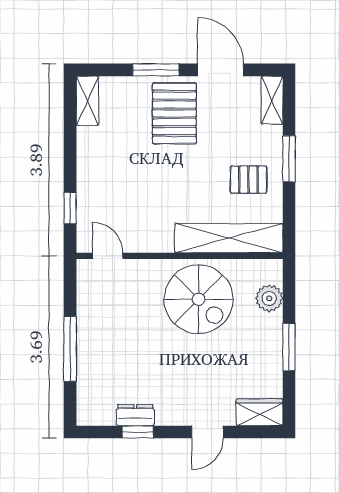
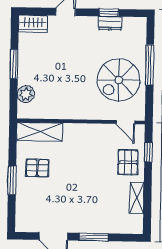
shelving: (272, 100) -> (22, 217), removed
shelving: (87, 101) -> (137, 198), moved
pallet: (174, 113) -> (128, 162), moved, width x0.67, depth x0.71
shelving: (229, 238) -> (40, 132), width x0.68
spiral stairs: (199, 299) -> (119, 80), moved, turned -90

